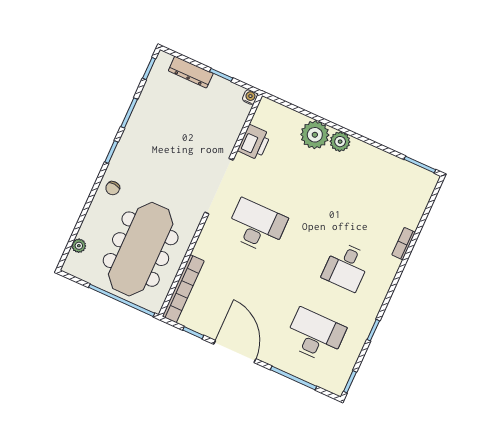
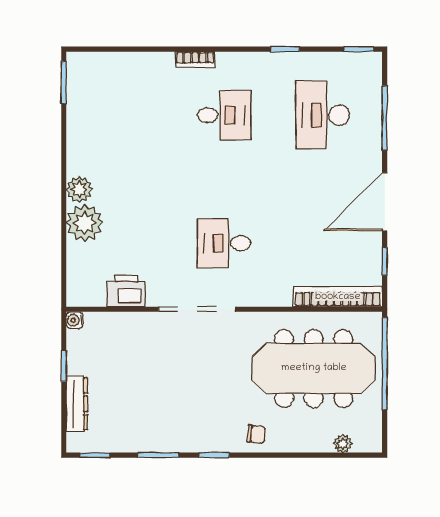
desk: (257, 226) -> (224, 243), width x0.73
bookcase: (404, 244) -> (195, 59), moved

